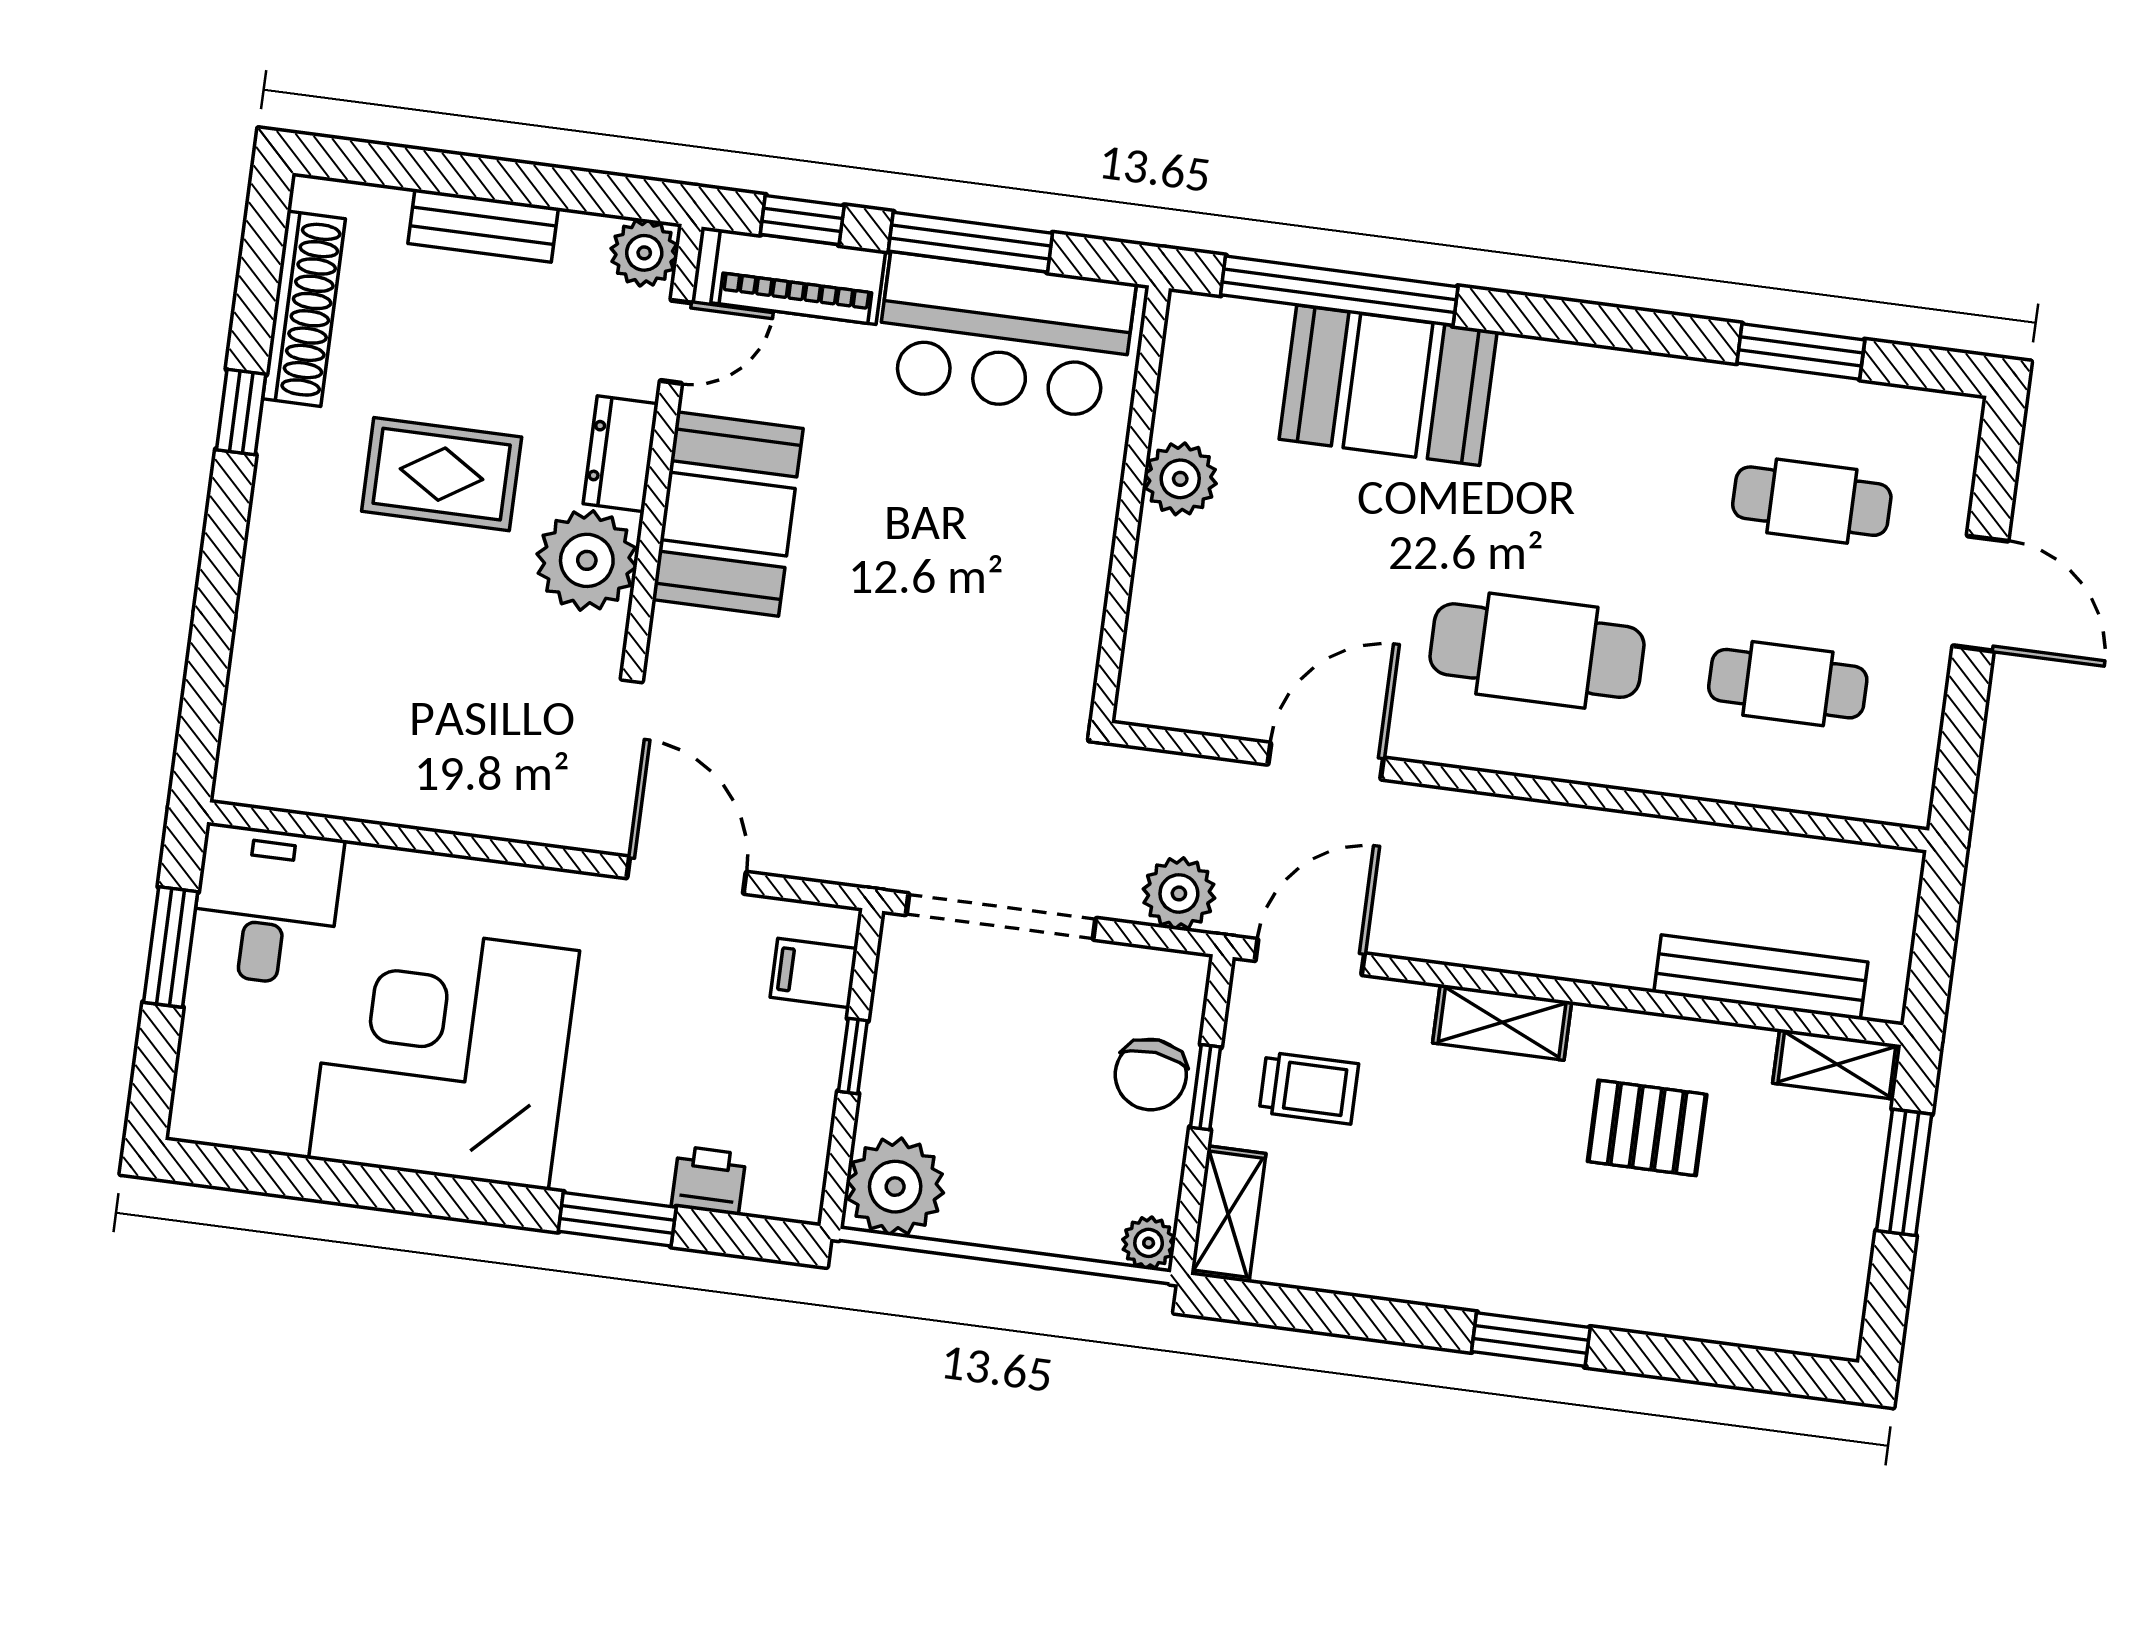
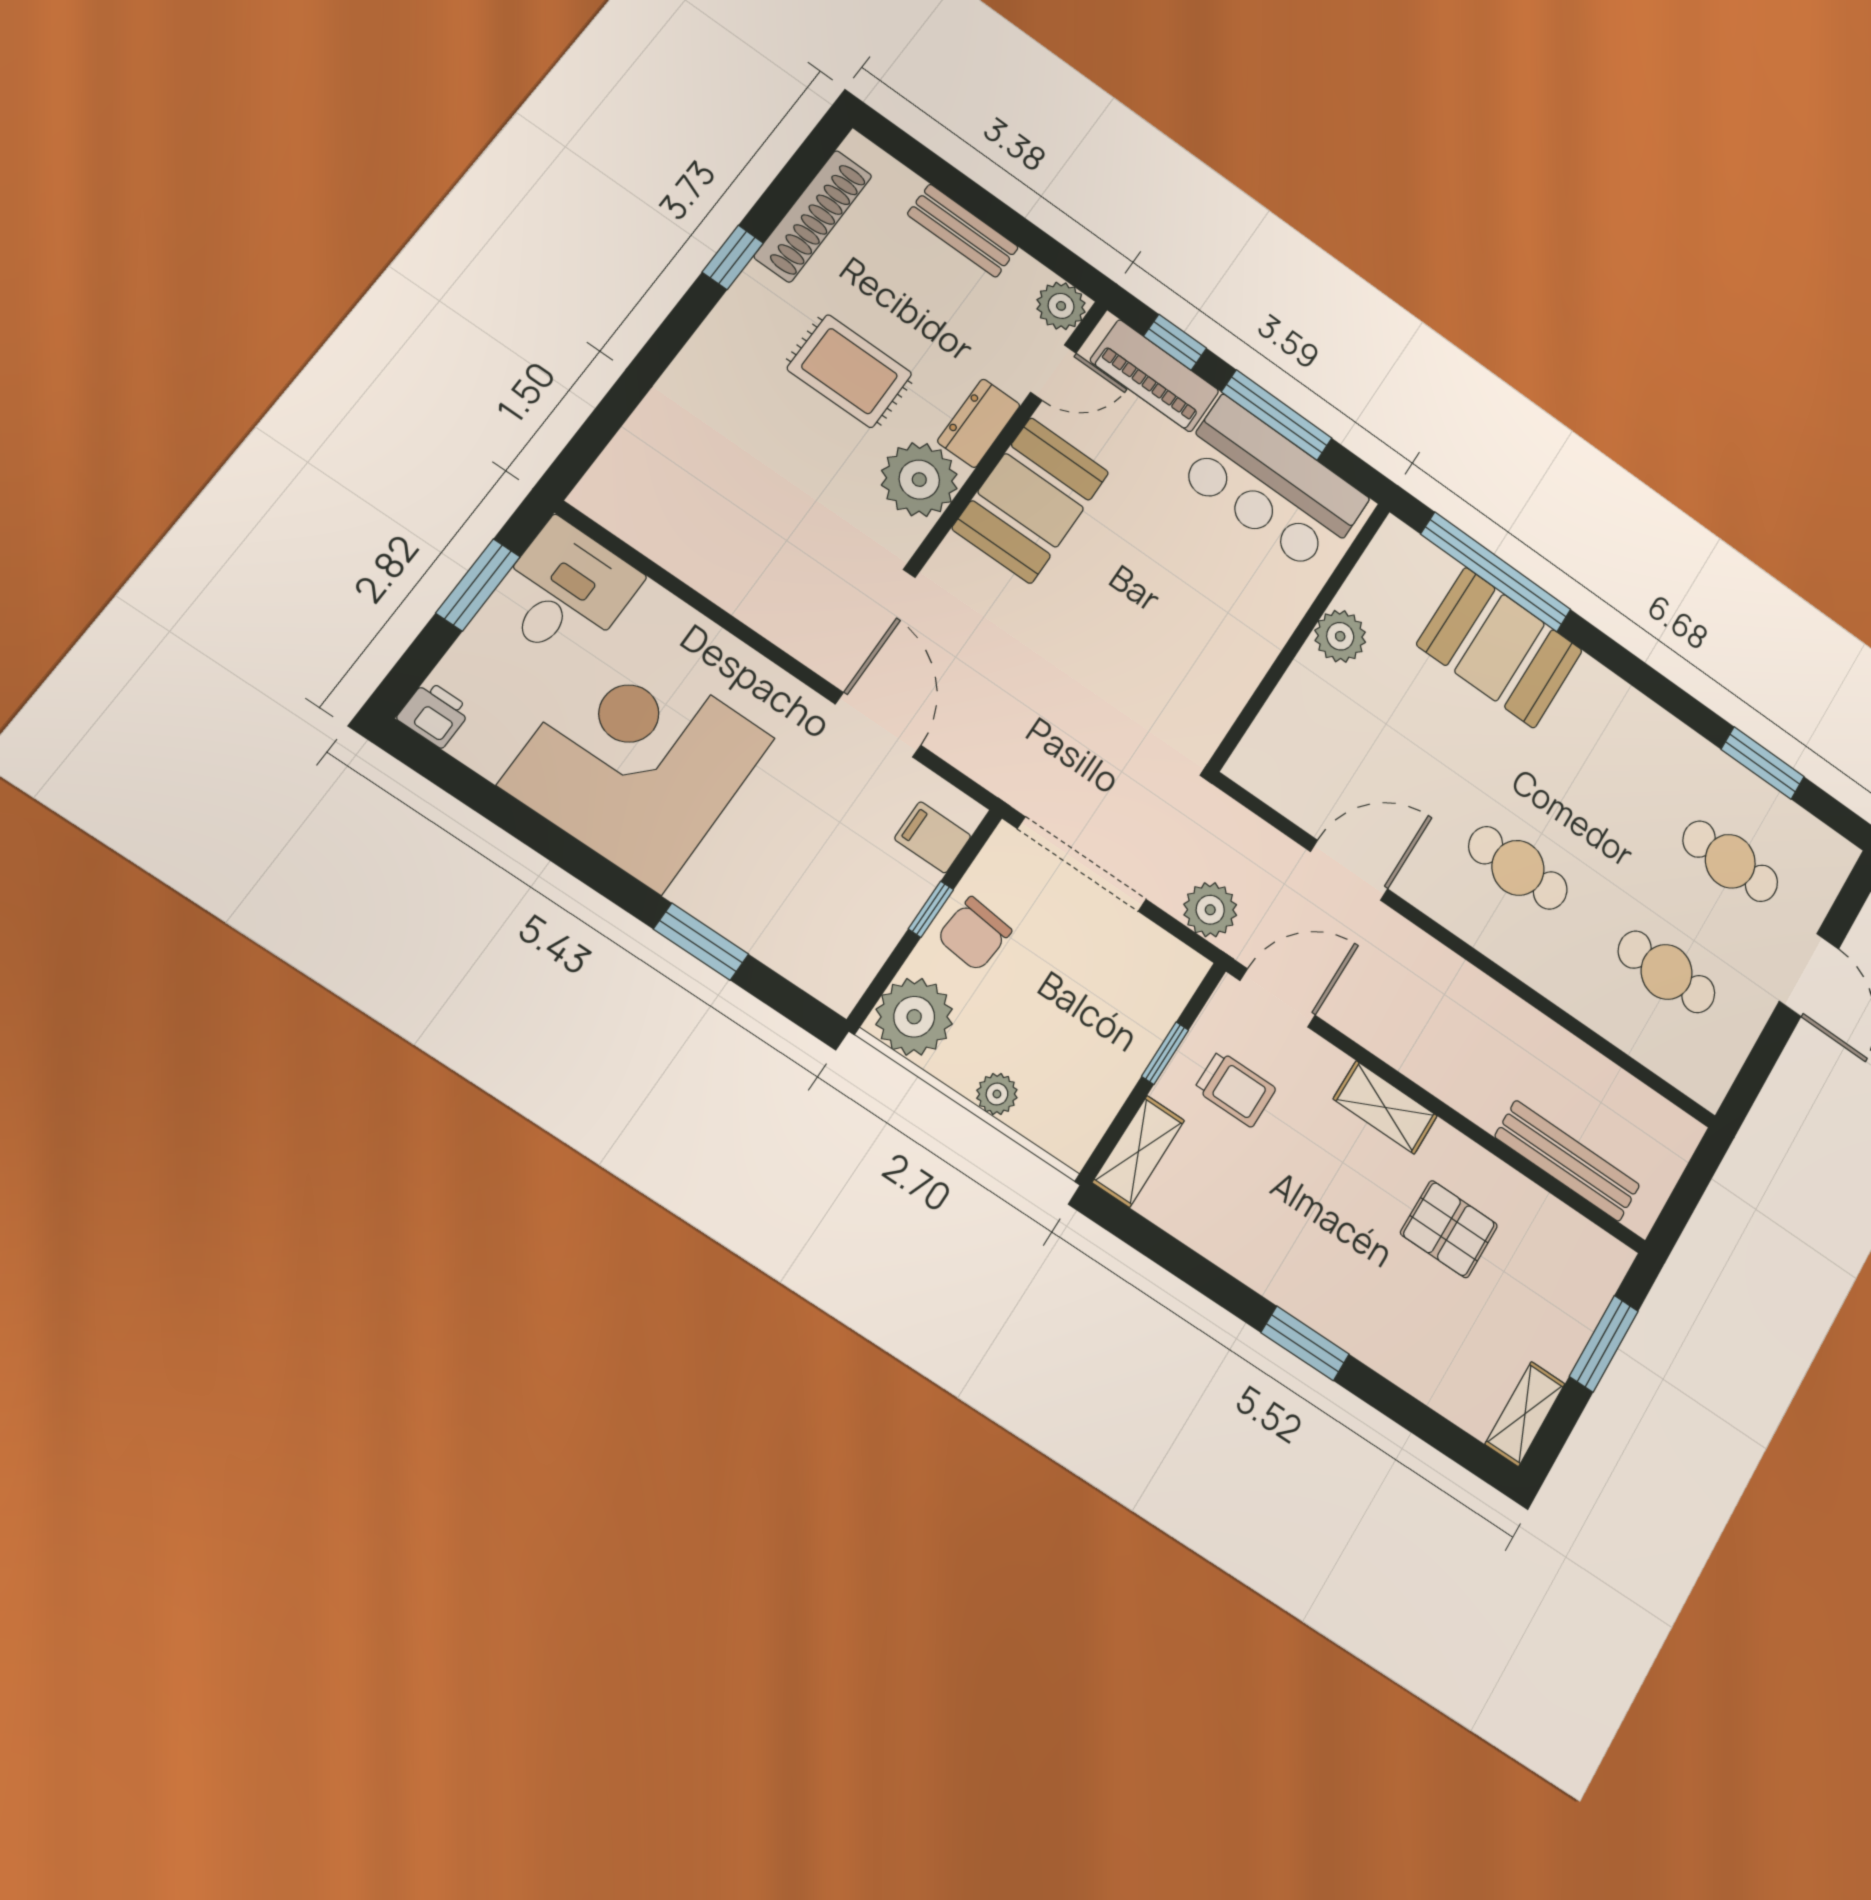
cafe table: (1537, 651) -> (1518, 868), width x0.73, depth x0.74
shelving: (1837, 1064) -> (1525, 1414), moved, turned 90
chair: (1151, 1075) -> (974, 934), moved
printer: (709, 1180) -> (434, 714), moved
plant: (1149, 1243) -> (997, 1094), moved

